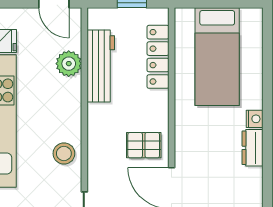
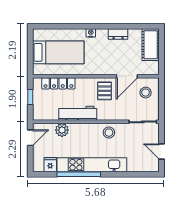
workbench: (101, 66) -> (78, 113), moved
dresser: (253, 148) -> (118, 34), moved

